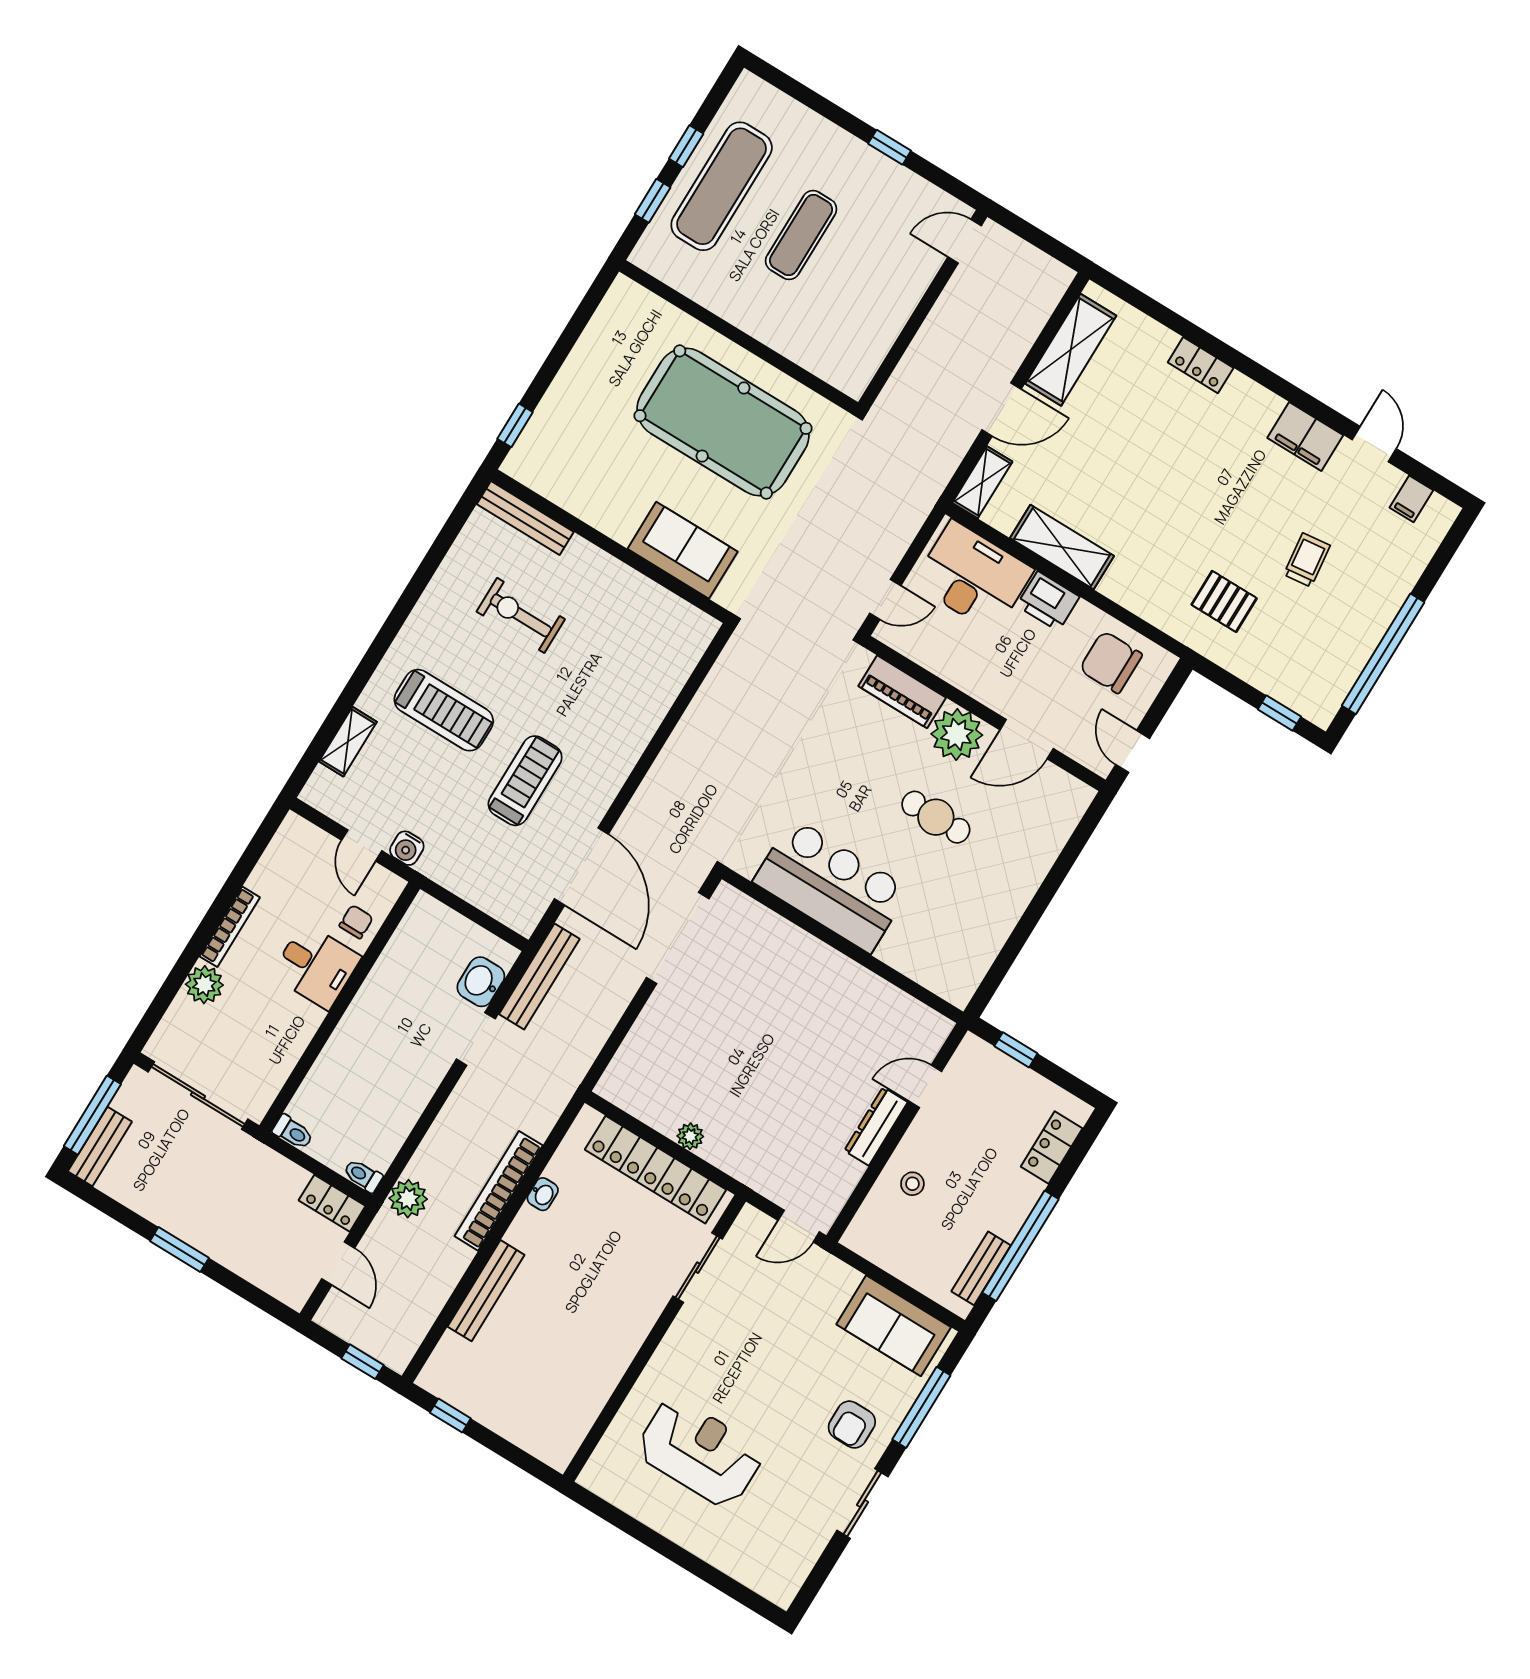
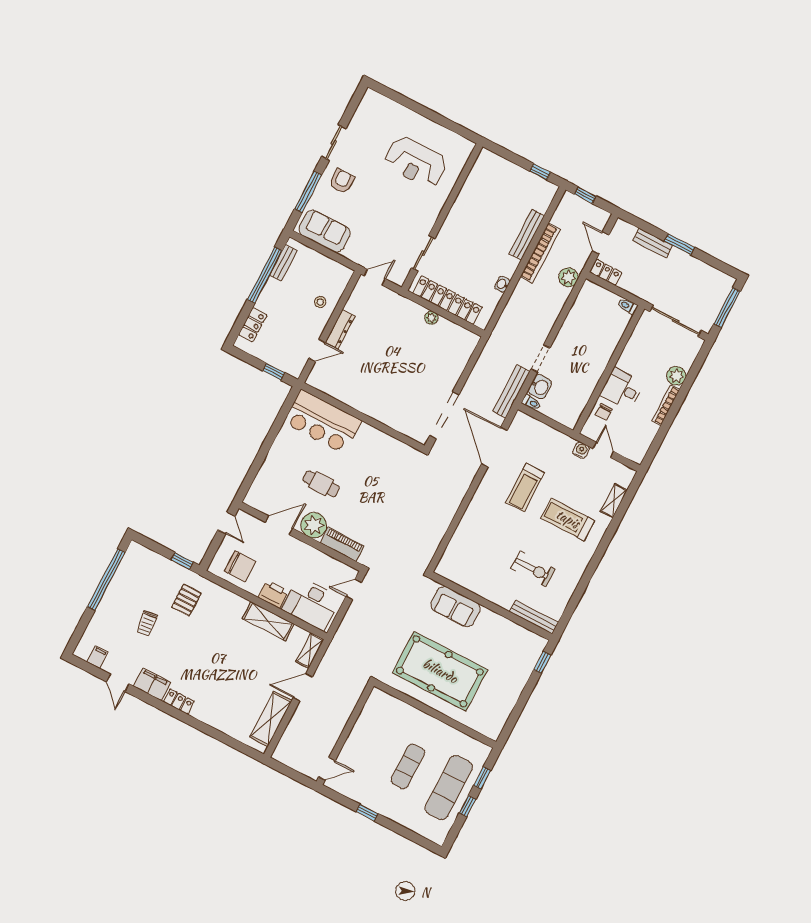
locker: (1201, 365) -> (179, 702), moved
pallet: (1224, 601) -> (186, 600), turned 90
window: (1279, 713) -> (182, 561), moved
bar counter: (831, 885) -> (323, 422), moved
bench: (100, 1146) -> (653, 243), moved, turned 90
toilet: (363, 1176) -> (531, 402), moved
bookcase: (499, 1191) -> (540, 253), moved

